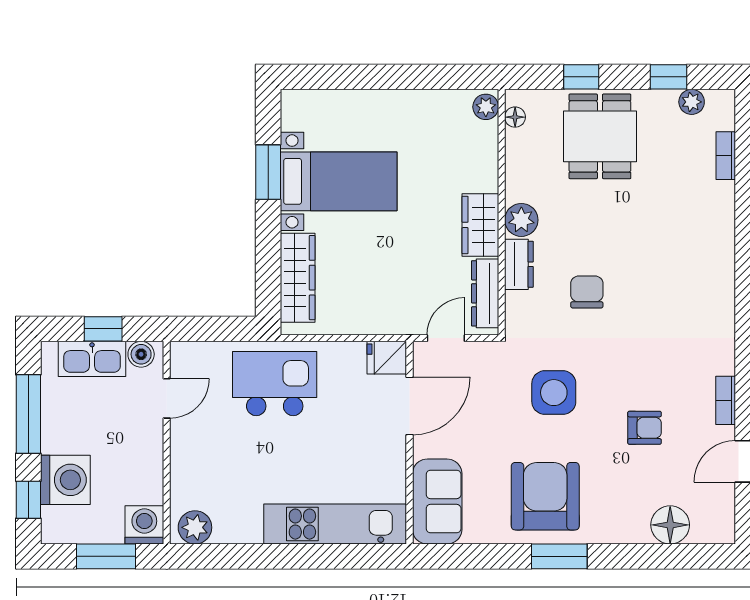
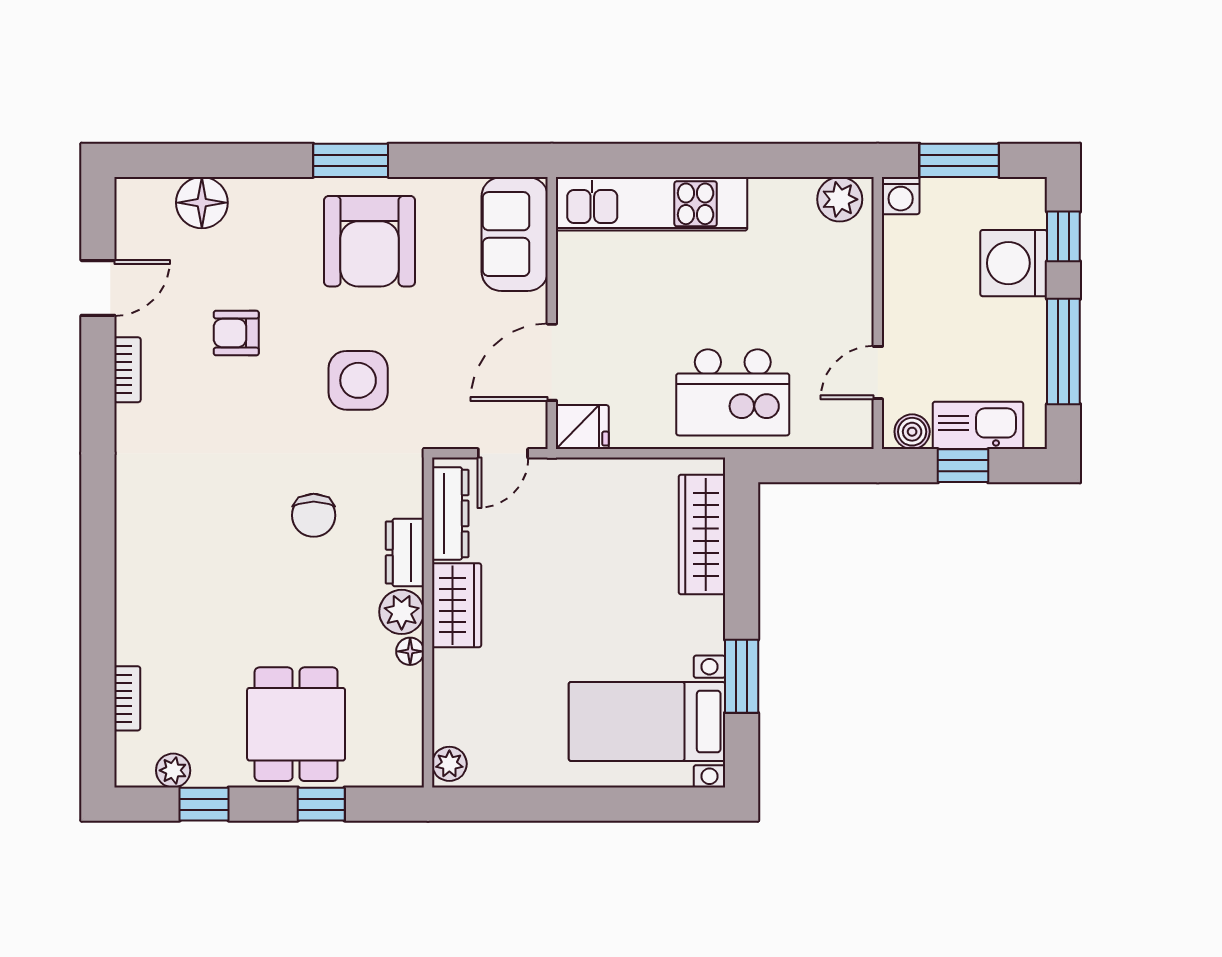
floor lamp: (515, 117) -> (410, 651), moved
bed with nightstands: (339, 181) -> (647, 721), moved
washing machine: (144, 525) -> (901, 196), width x0.73, depth x0.73

